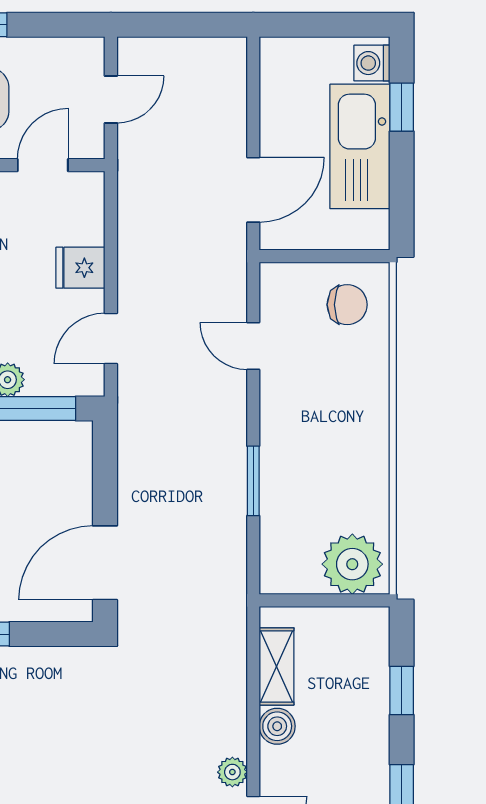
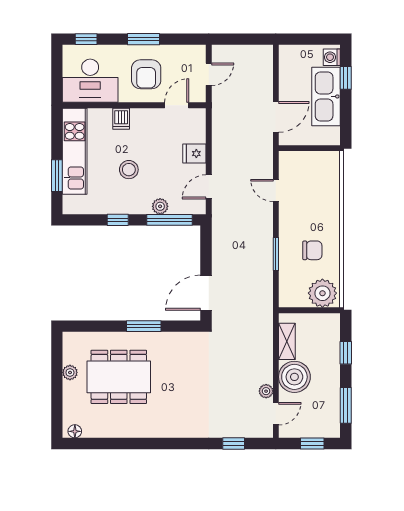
chair: (347, 305) -> (312, 250), moved
boiler: (277, 726) -> (294, 377), width x1.86, depth x1.86

